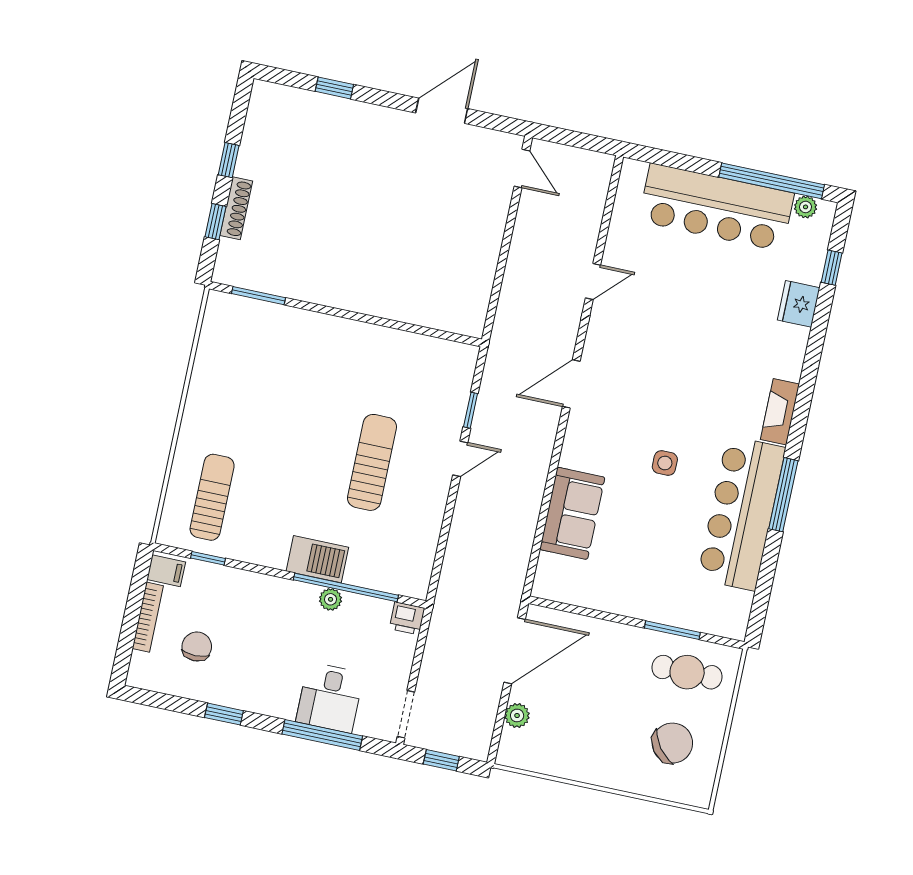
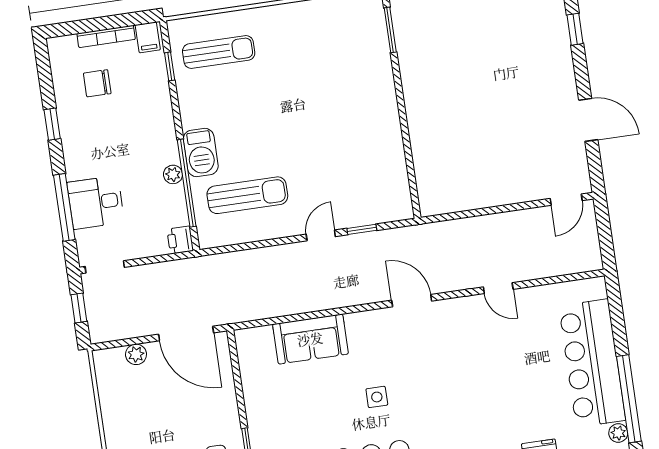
door: (460, 459) -> (321, 235), swing flipped
sun lounger: (372, 462) -> (247, 195), moved
chair: (197, 647) -> (97, 83), turned 180

